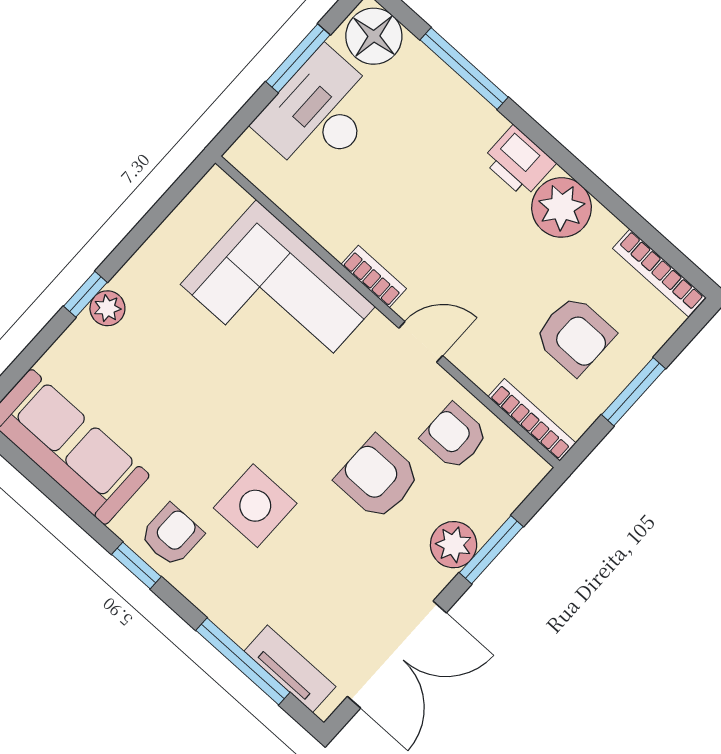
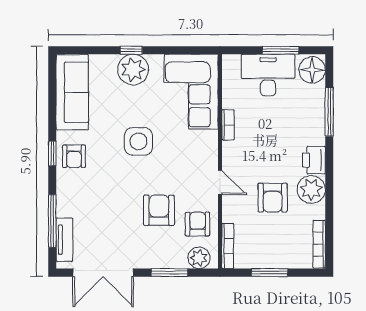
bookcase: (374, 276) -> (228, 125), moved
corner sofa: (278, 295) -> (191, 92), moved
plant: (107, 308) -> (133, 70), width x1.87, depth x1.87
armchair: (575, 335) -> (273, 198), moved
side table: (255, 506) -> (138, 141), moved
armchair: (172, 535) -> (74, 156), turned 90
plant: (454, 545) -> (199, 258), moved

